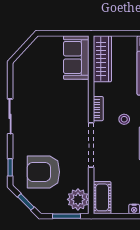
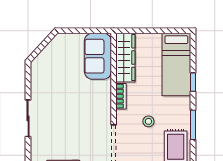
bookcase: (98, 109) -> (121, 96), moved

